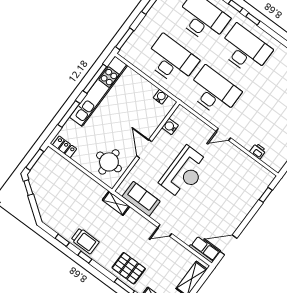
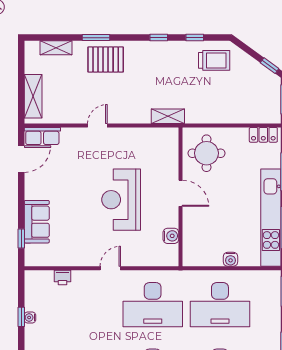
water cooler: (161, 97) -> (231, 259), moved
sofa: (141, 199) -> (37, 222), moved, turned -90
trolley: (85, 241) -> (214, 60), moved, turned 180

